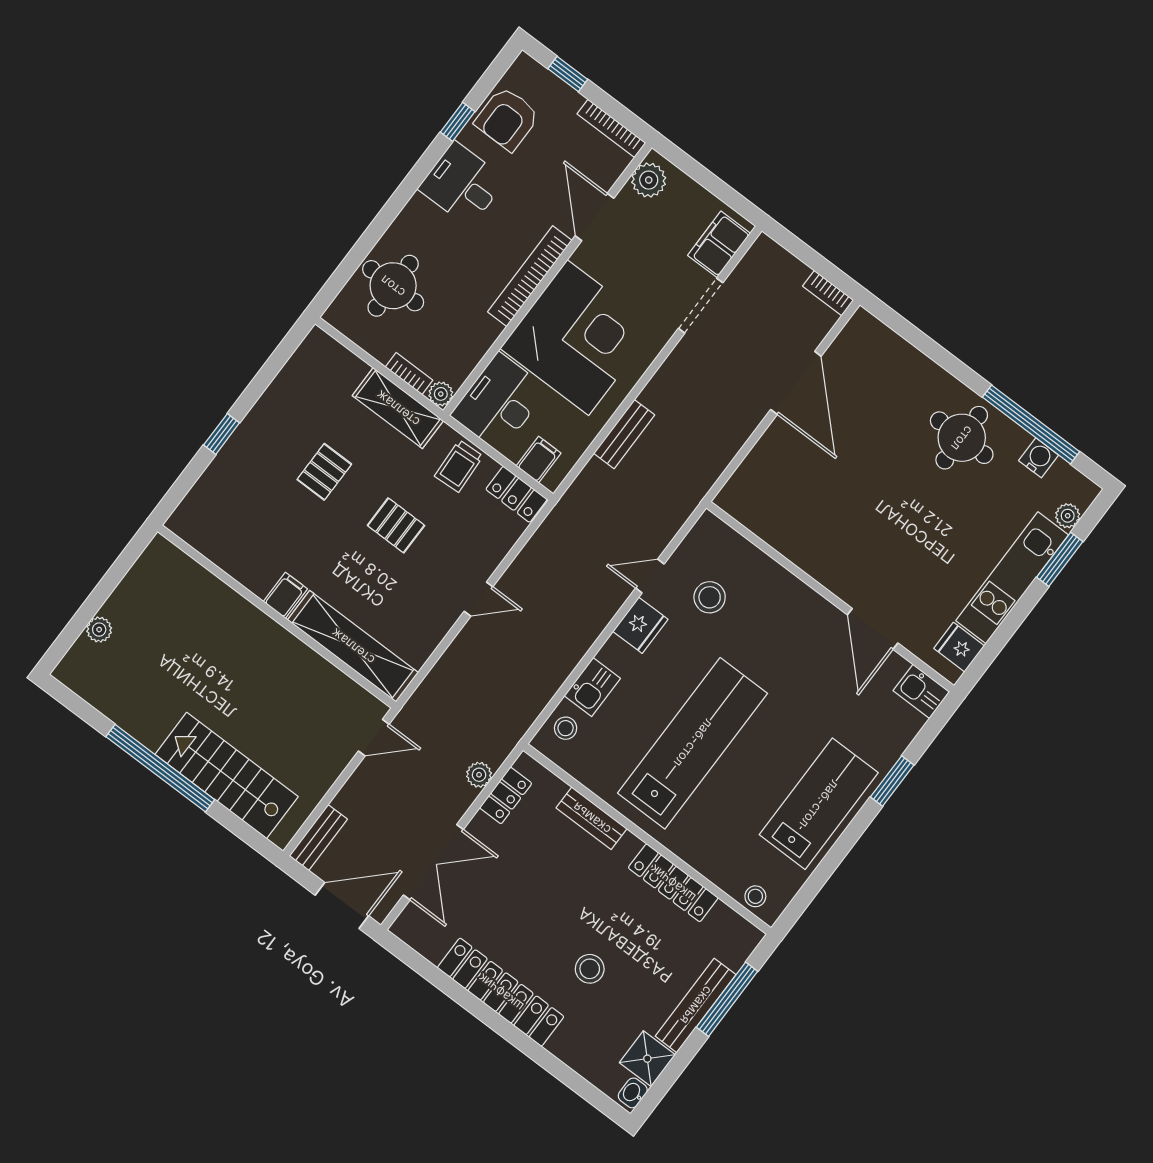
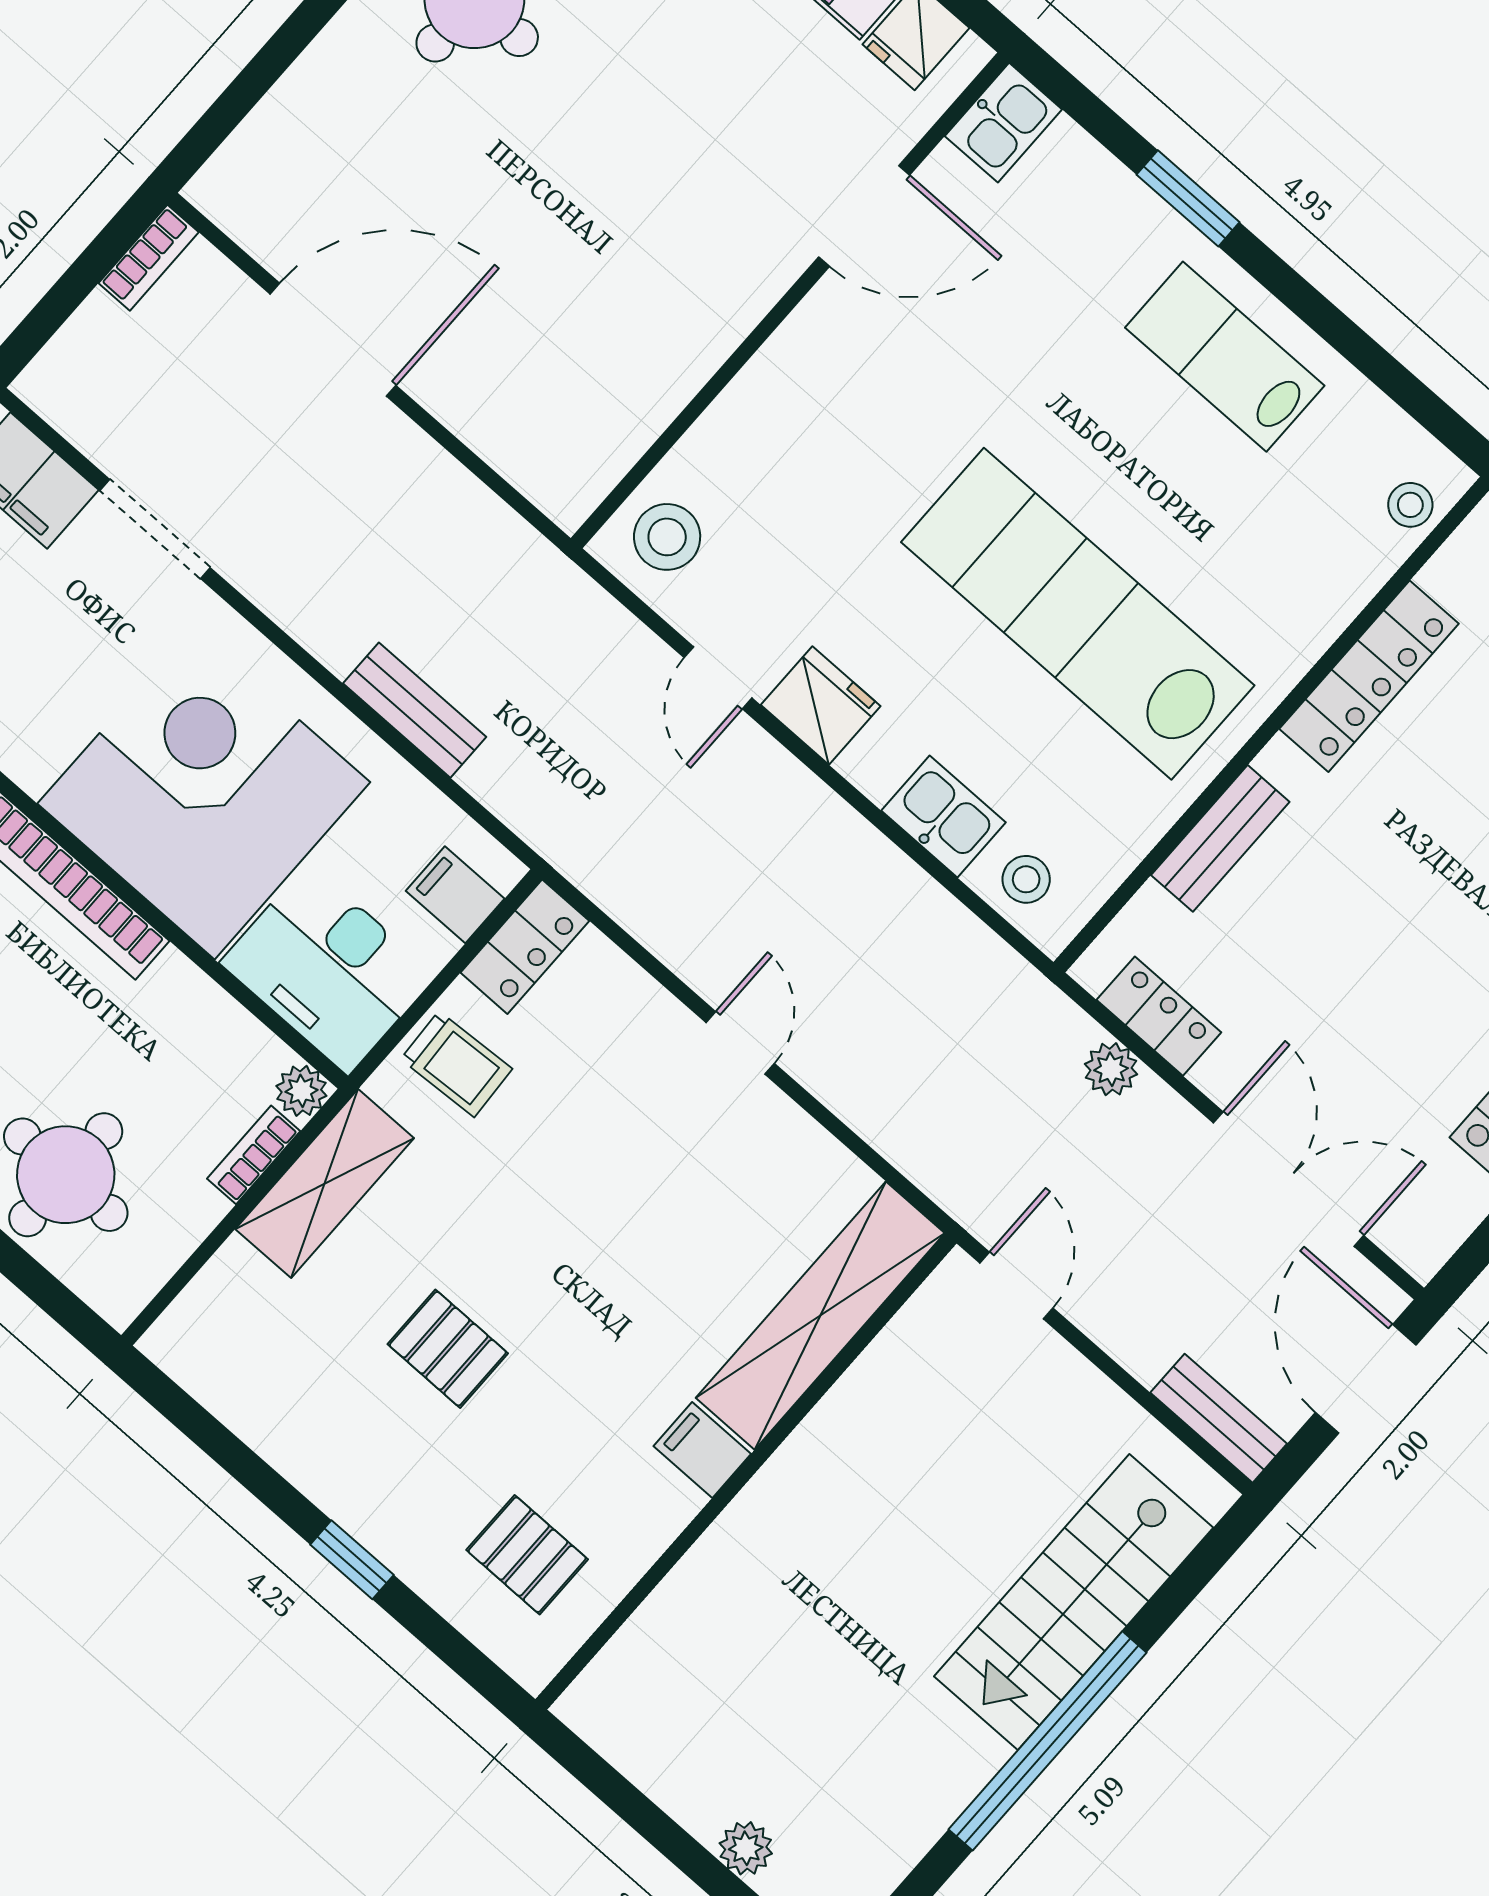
pallet: (396, 525) -> (527, 1555), moved, turned 90
stool: (710, 597) -> (667, 537), moved
lab bench: (819, 804) -> (1225, 357), width x0.73, depth x0.72

